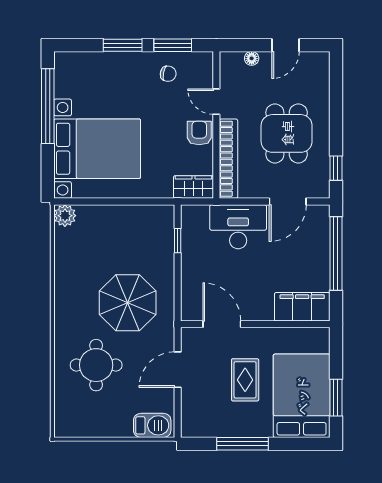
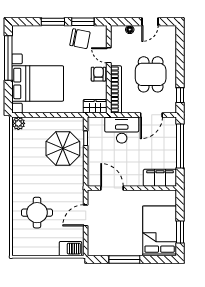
chair: (168, 74) -> (80, 39), width x1.87, depth x1.87
parasol: (128, 303) -> (63, 148), moved
rug: (245, 380) -> (126, 221), removed

